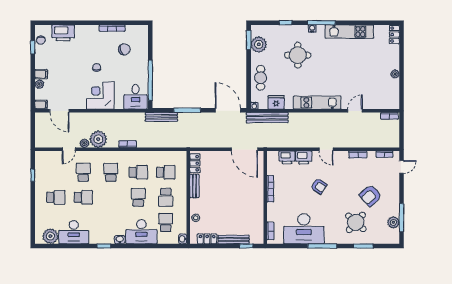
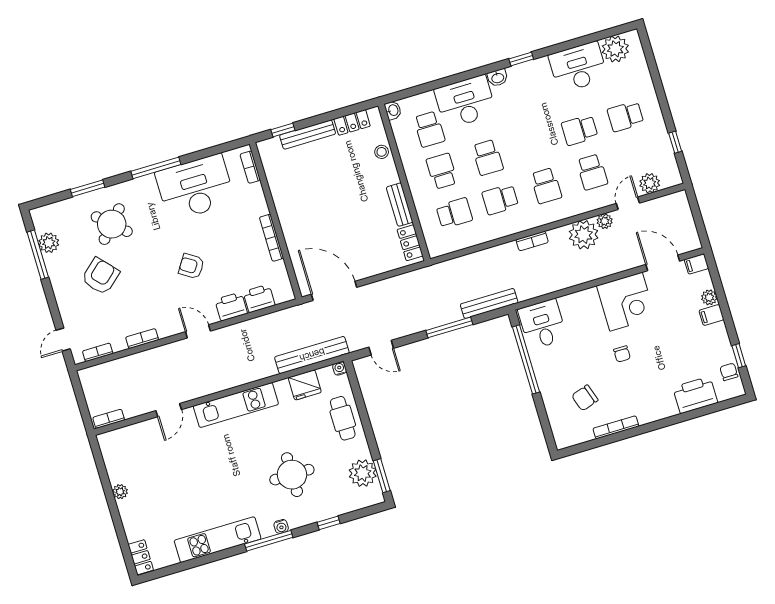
corner desk: (100, 96) -> (626, 302), moved
door: (228, 110) -> (381, 348), width x0.53
plant: (54, 157) -> (650, 183), added
school desk: (166, 172) -> (454, 213), turned 180

